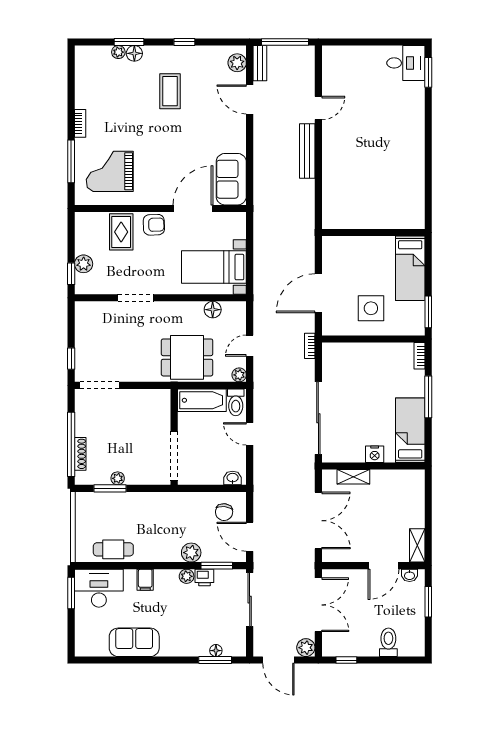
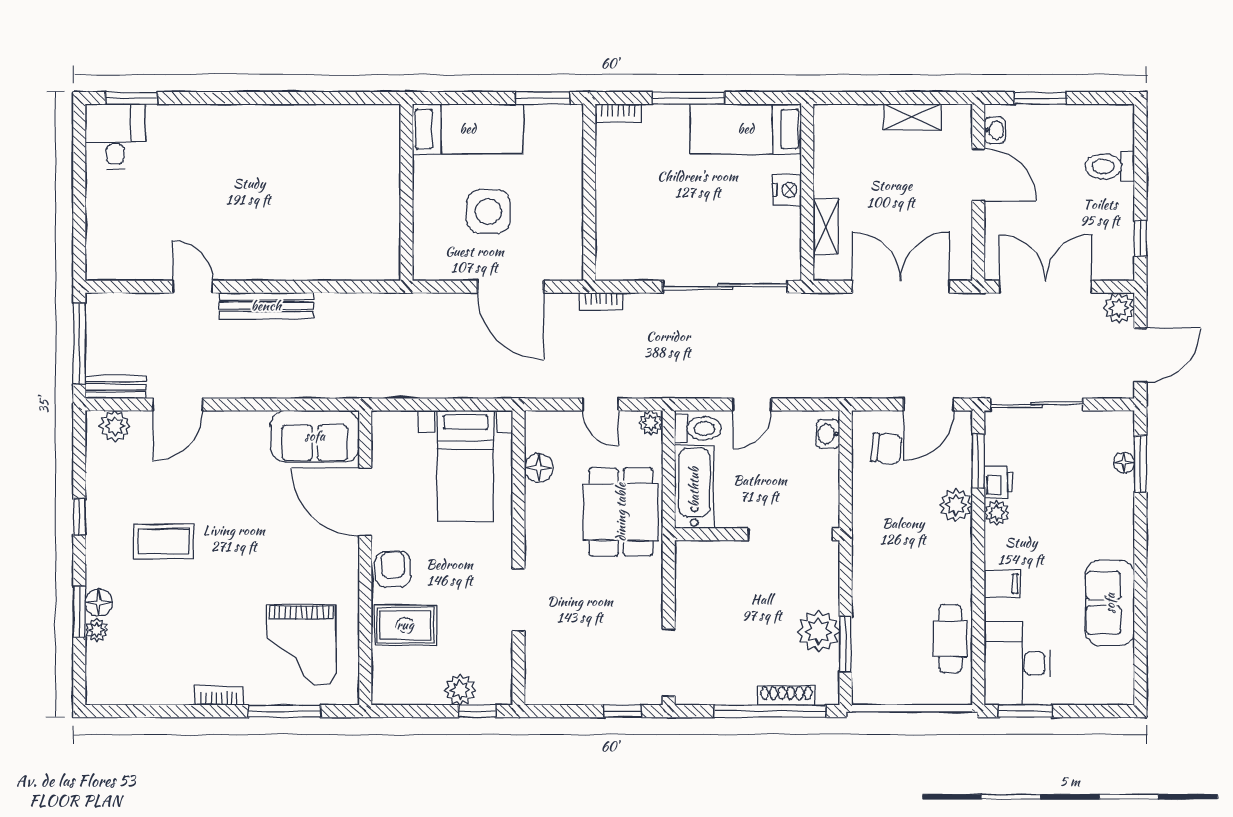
side table: (371, 308) -> (488, 212), moved
plant: (118, 478) -> (818, 631), width x1.87, depth x1.87
shelving: (417, 545) -> (912, 117), moved

